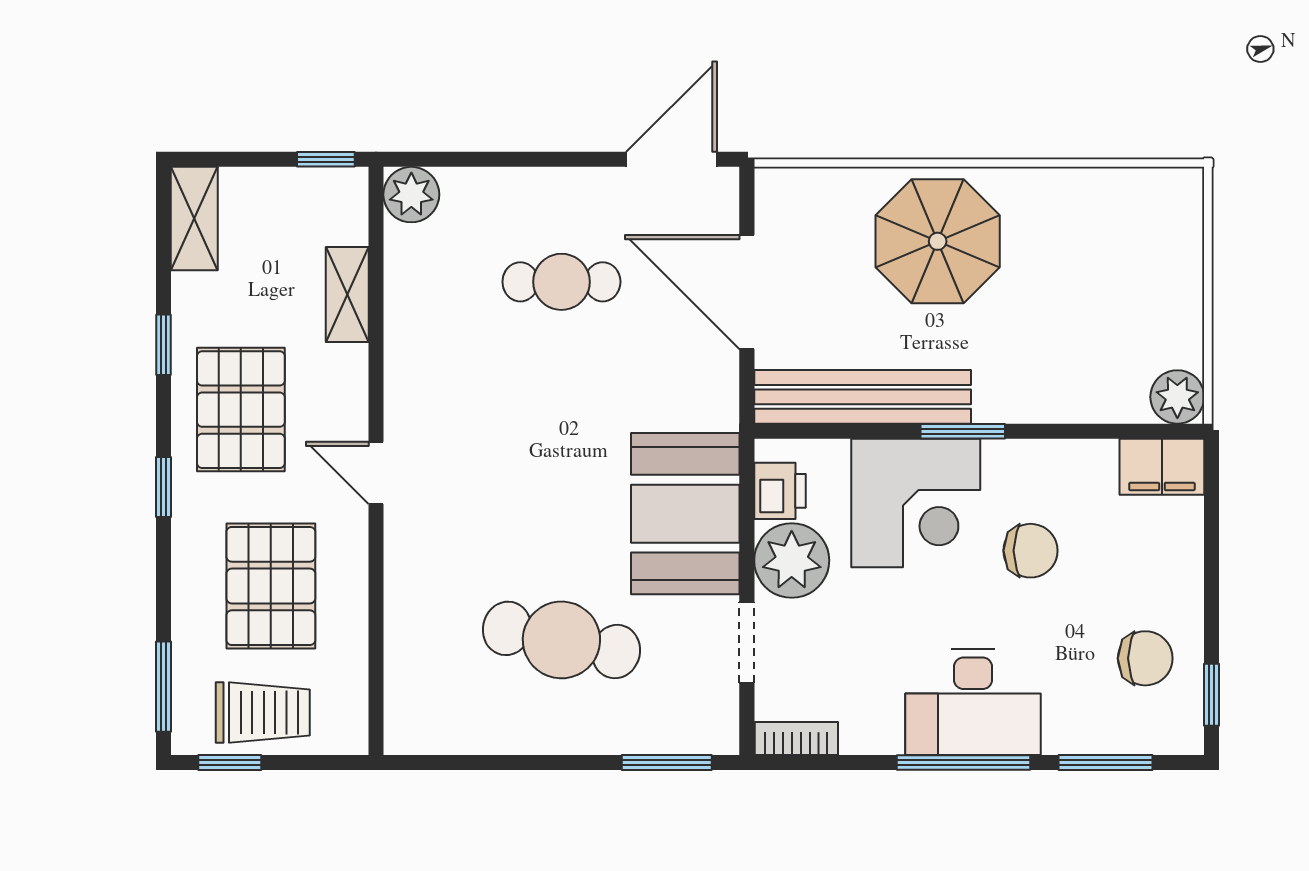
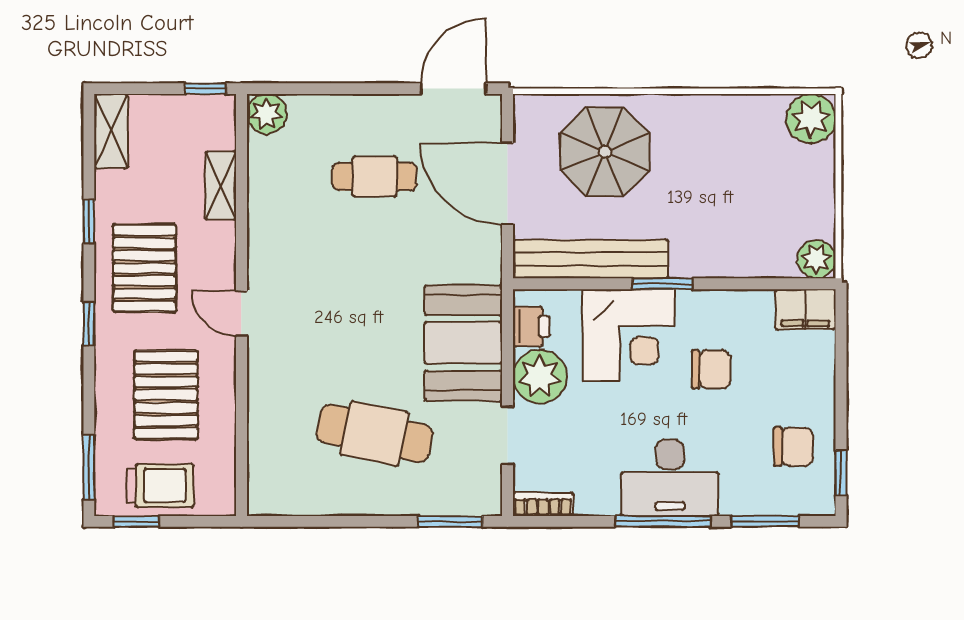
plant: (1170, 201) -> (811, 119), added
parasol: (938, 241) -> (605, 152), moved

